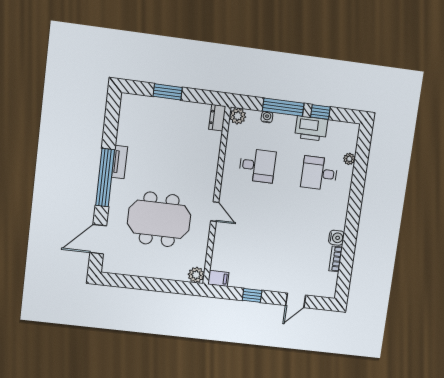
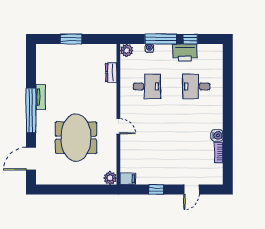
dresser: (217, 118) -> (111, 72), moved
plant: (349, 159) -> (218, 72), removed
meeting table: (159, 219) -> (76, 138), turned 90

